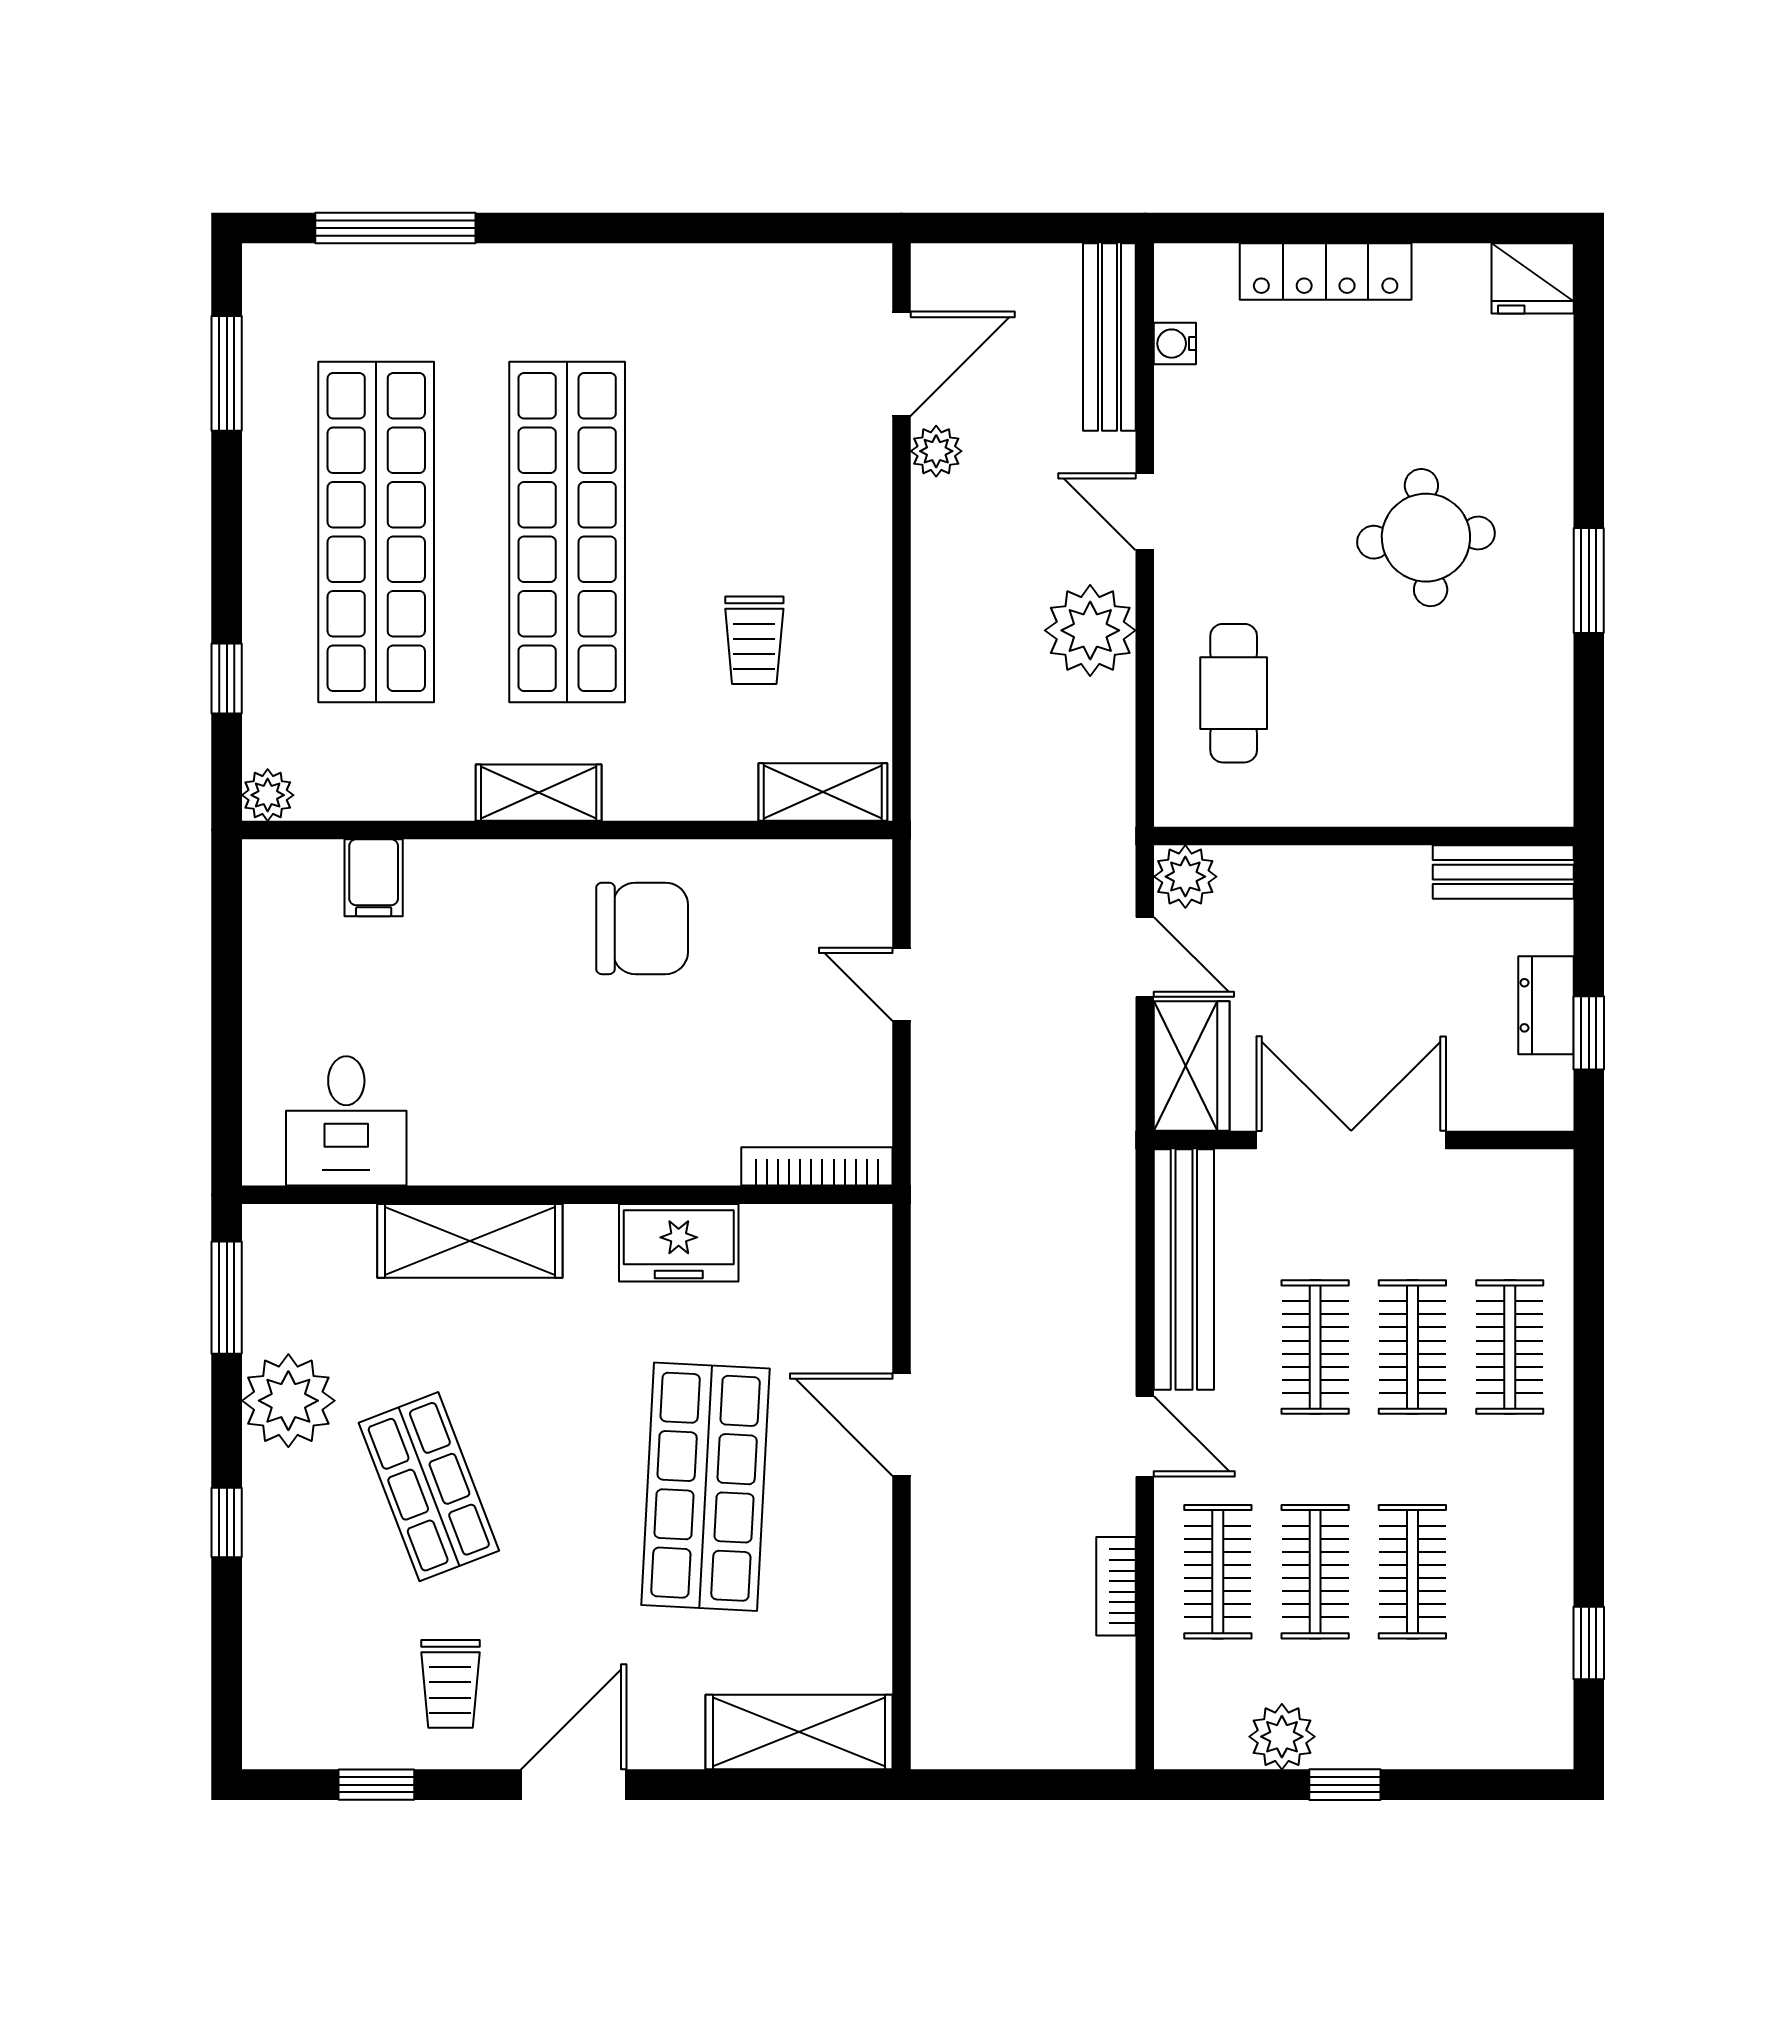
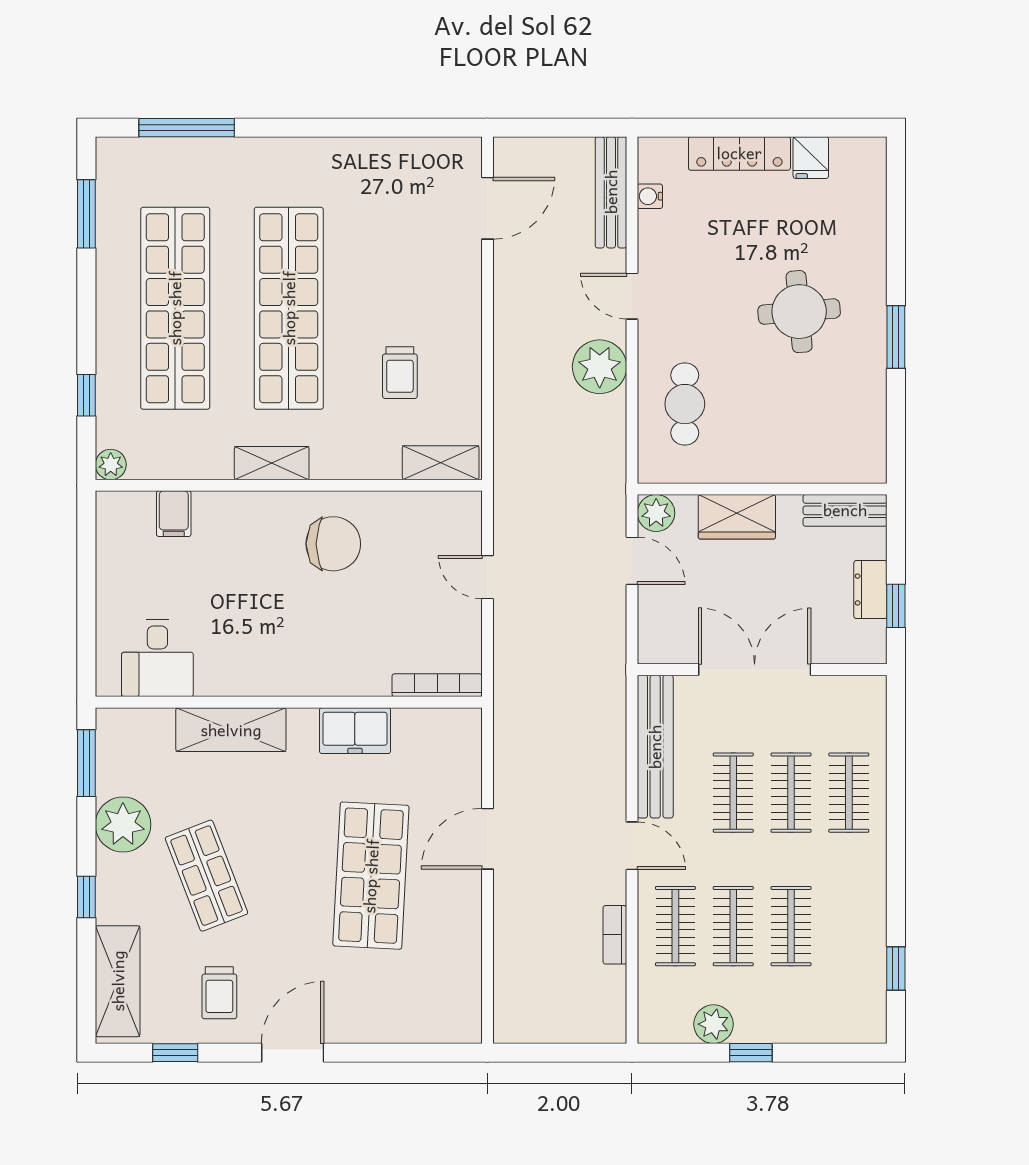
fridge: (1533, 278) -> (811, 158), moved, width x0.72
plant: (936, 451) -> (508, 260), removed
wardrobe: (1192, 1066) -> (737, 517), moved, turned 90
door: (902, 1425) -> (487, 839), hinge flipped
shelving: (799, 1732) -> (118, 981), moved, turned 90

